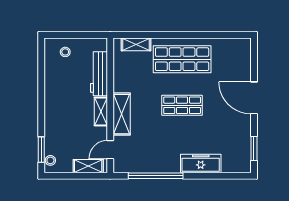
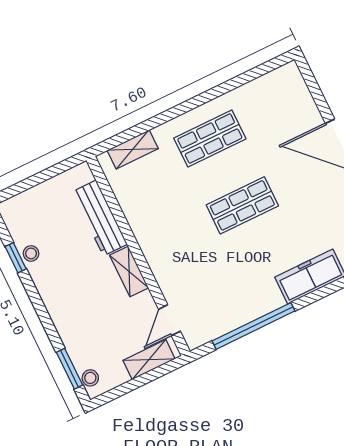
stool: (65, 52) -> (31, 253), moved
shop shelf: (182, 59) -> (210, 139), width x0.70, depth x0.74
window: (41, 73) -> (16, 258), added
shelving: (122, 114) -> (161, 261), removed

